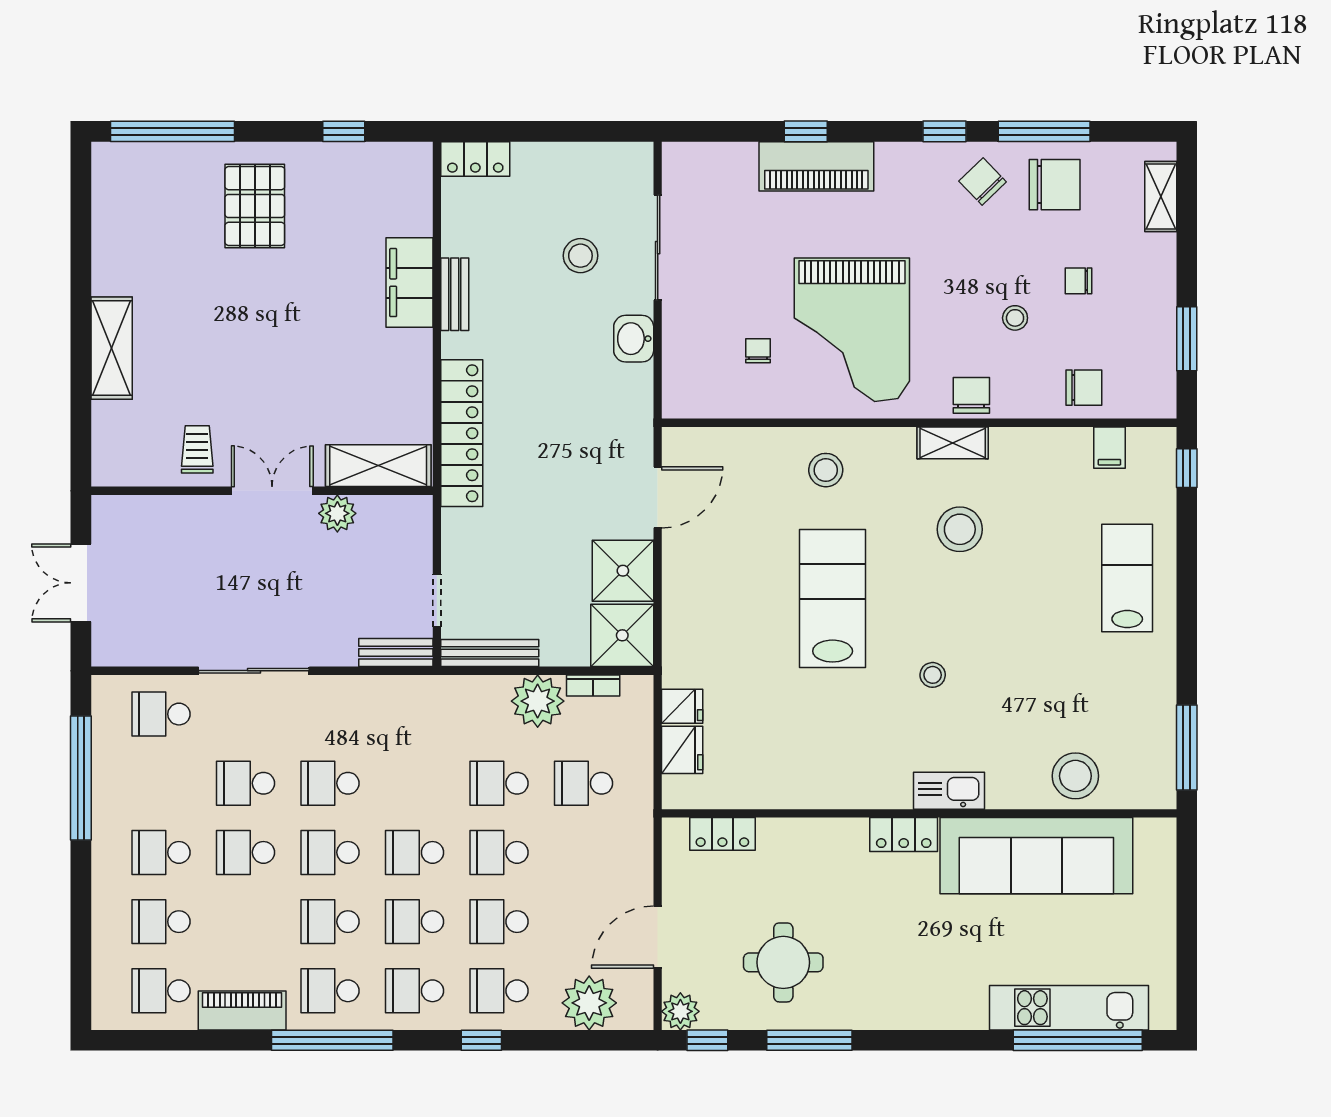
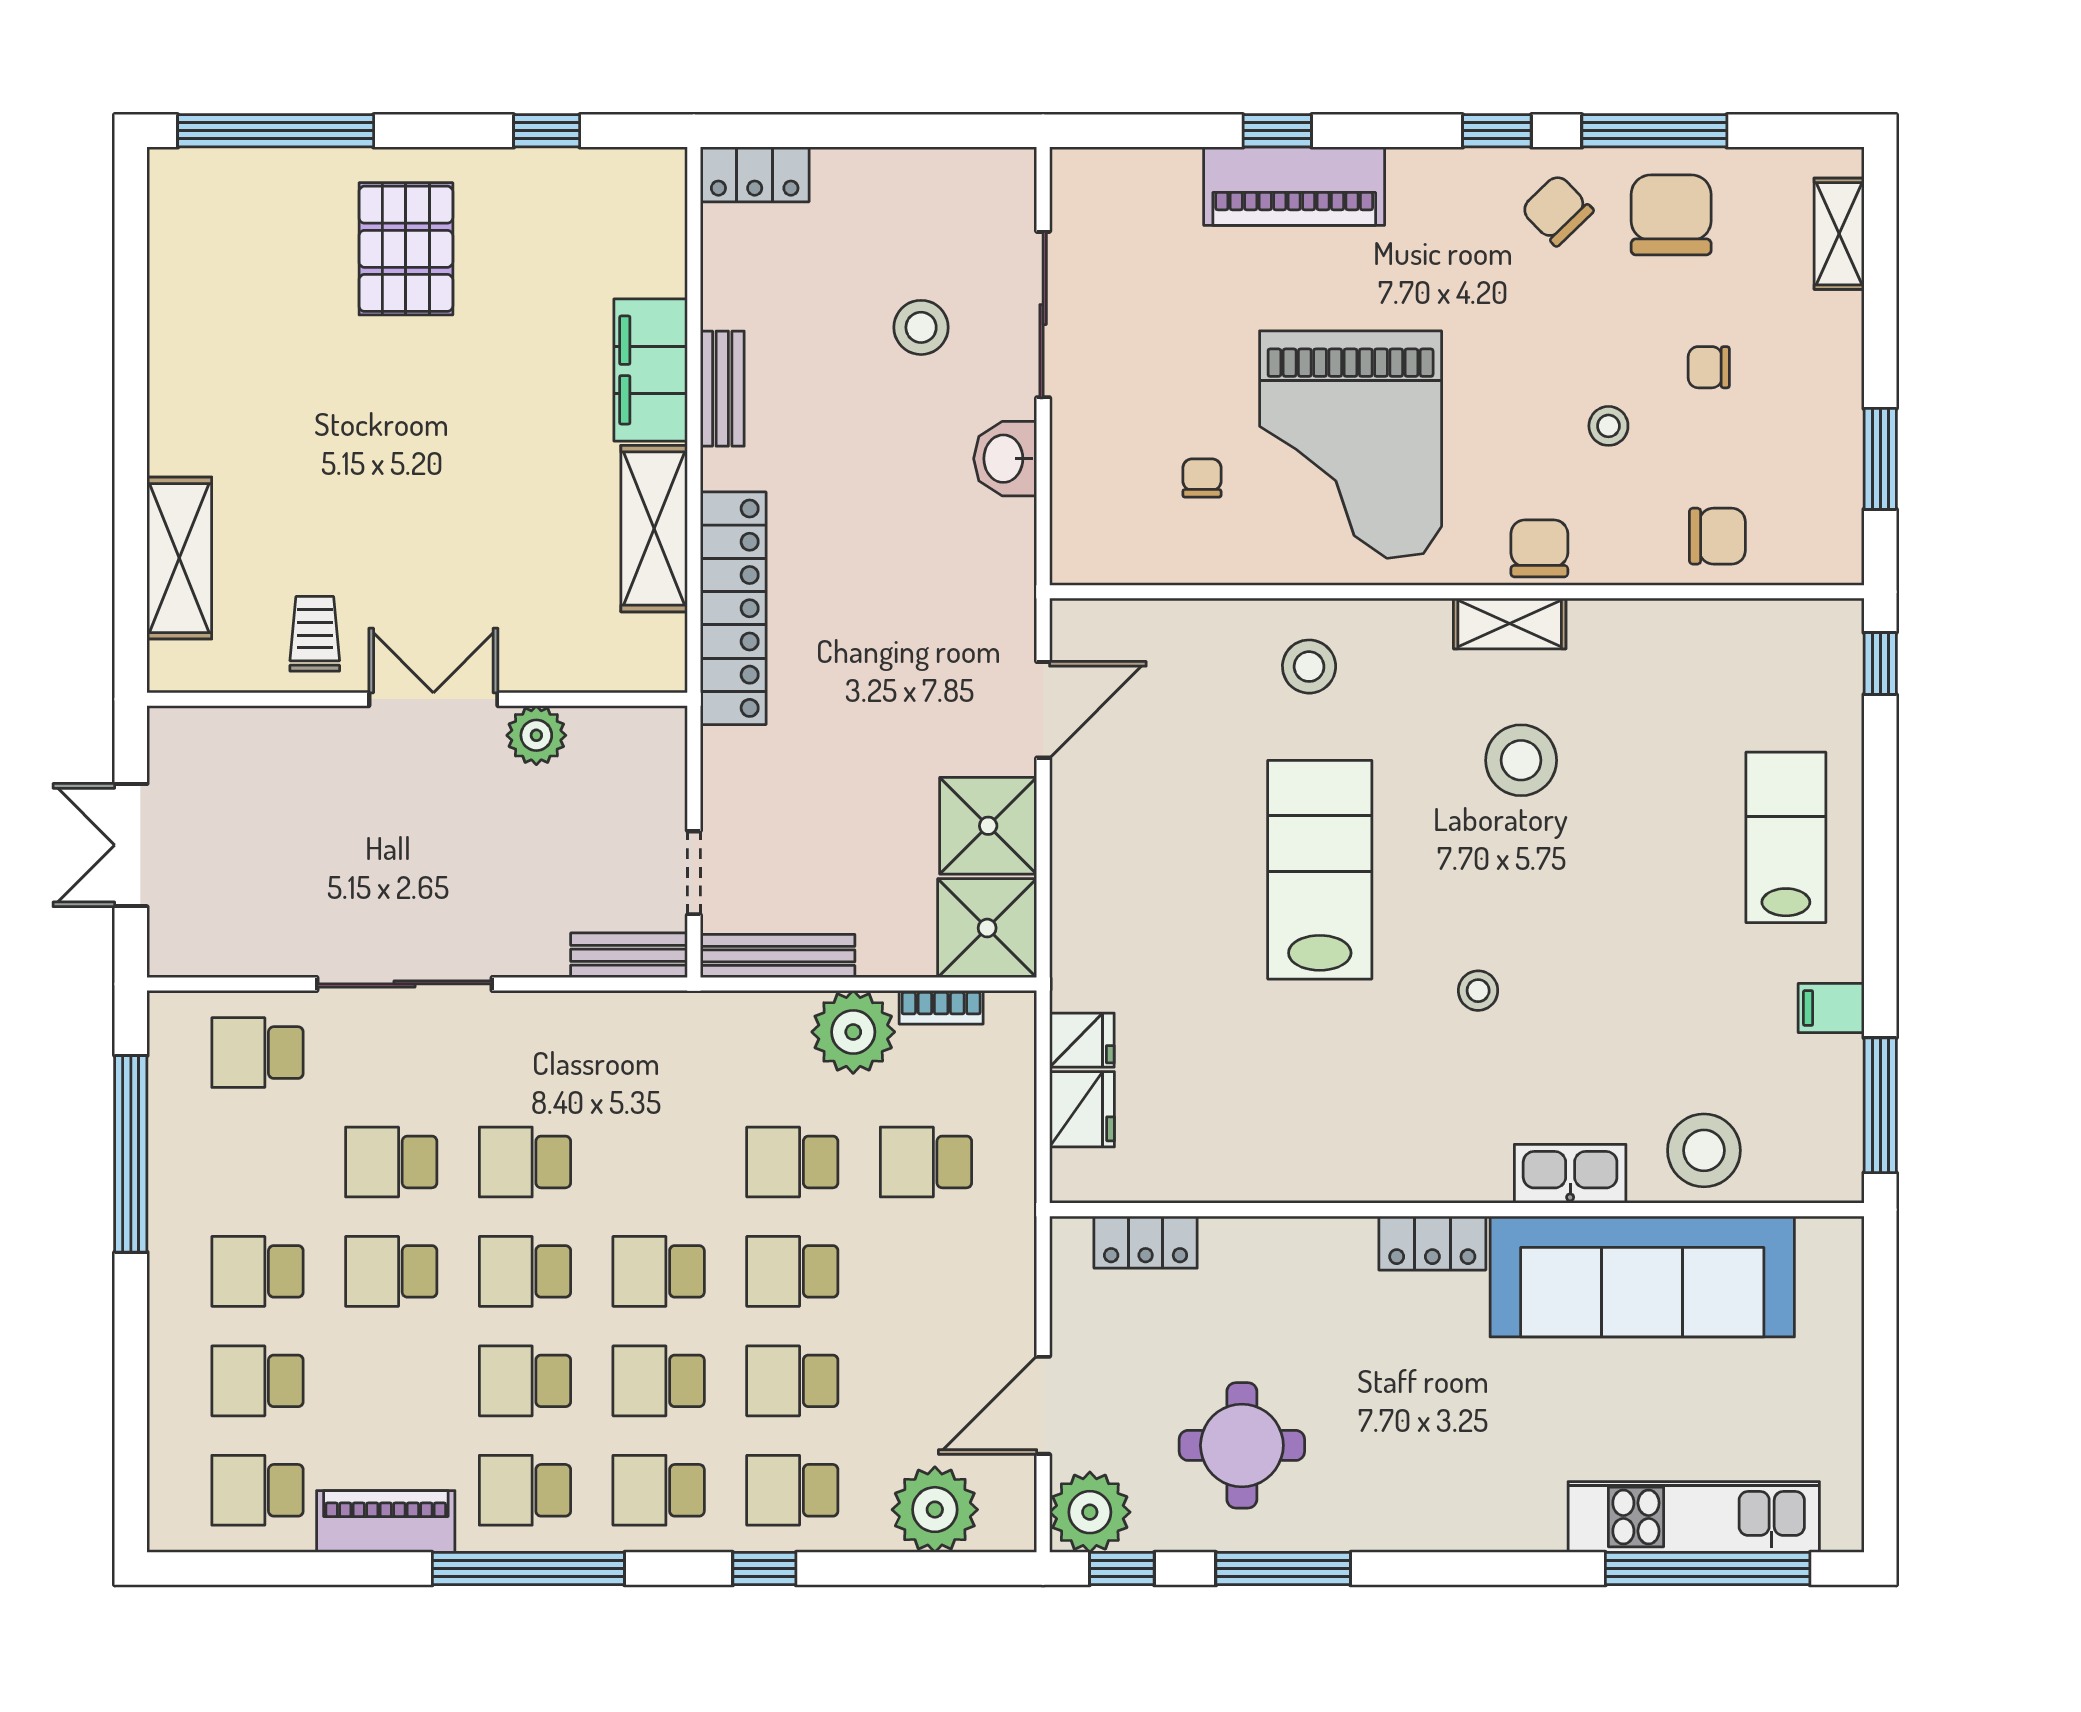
chair: (1055, 185) -> (1671, 215), turned -90
shelving: (112, 348) -> (179, 558), moved
filing cabinet: (1109, 448) -> (1831, 1008), moved, turned 90
shelving: (378, 466) -> (654, 529), moved, turned 90
kitchen sink: (949, 791) -> (1570, 1174), moved
plant: (680, 1011) -> (1090, 1512), width x1.36, depth x1.36

